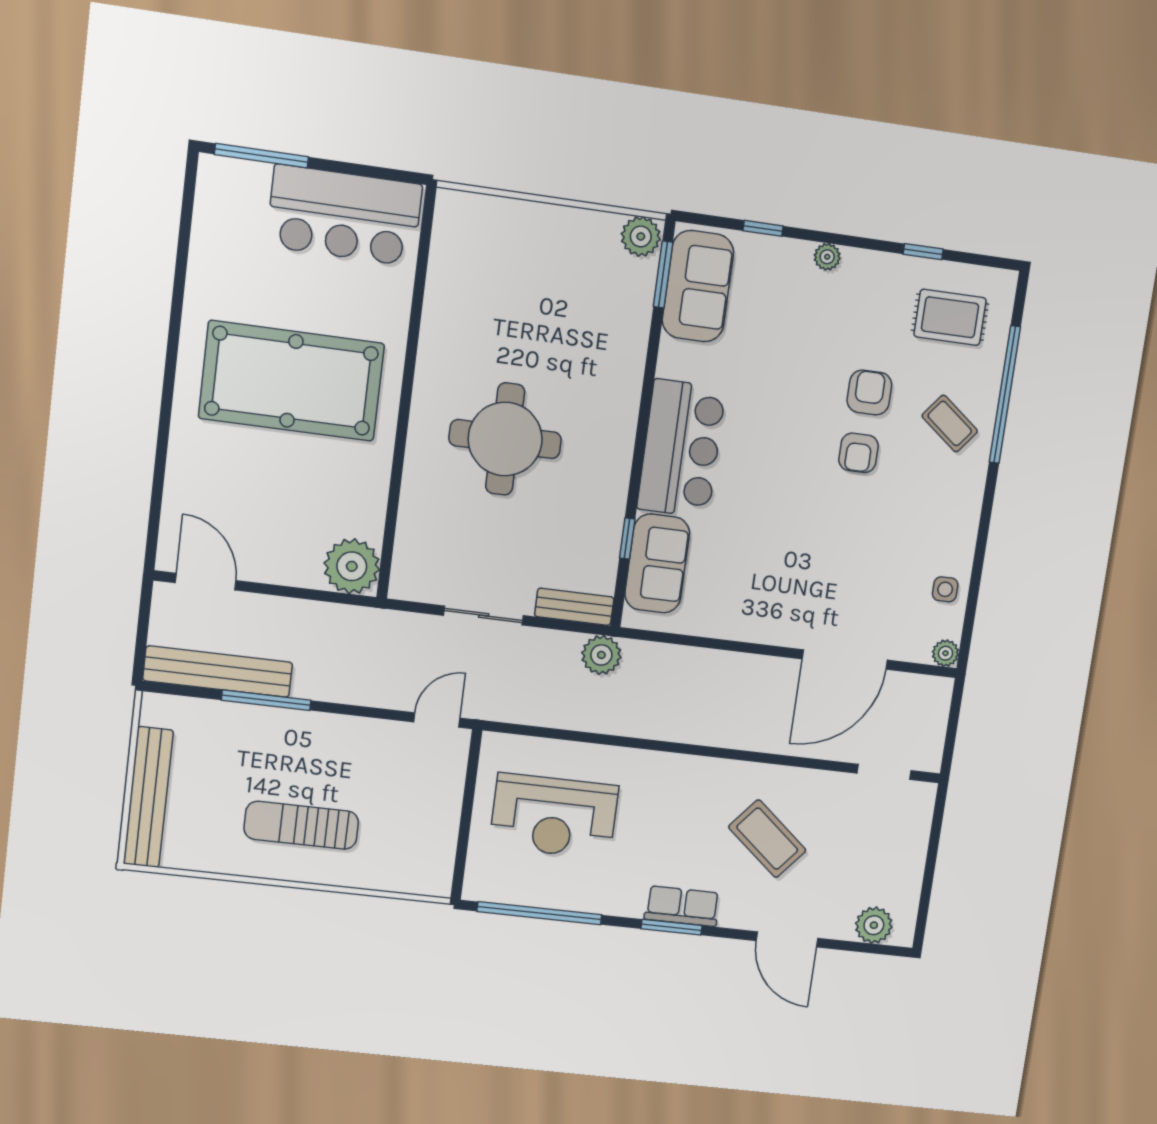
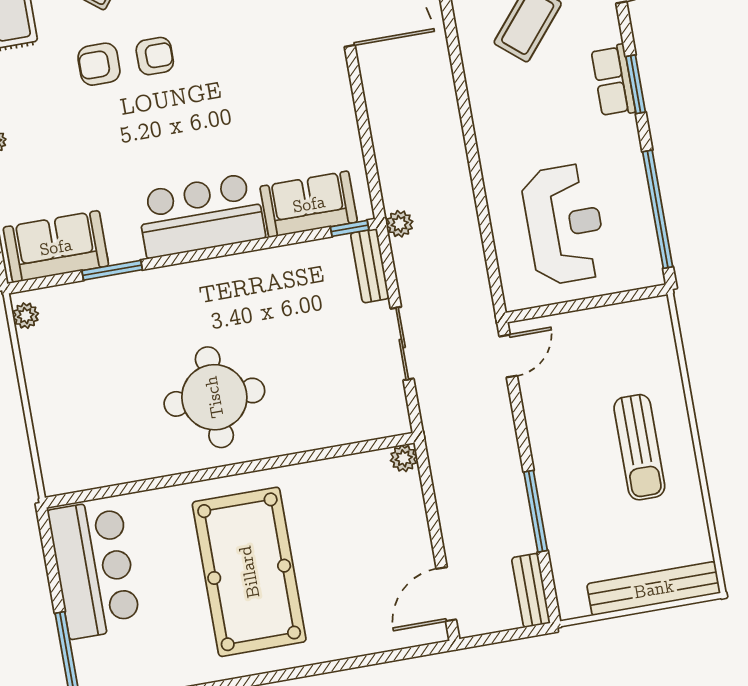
plant: (641, 236) -> (26, 316), width x0.73, depth x0.73
window: (663, 275) -> (112, 270), moved
round table: (505, 439) -> (214, 397), moved
window: (627, 539) -> (350, 228), moved
plant: (352, 566) -> (404, 458), width x0.53, depth x0.53
plant: (601, 655) -> (400, 224), width x0.73, depth x0.73
bench: (218, 672) -> (531, 590), width x0.54, depth x0.82
door: (437, 720) -> (508, 356), swing flipped

